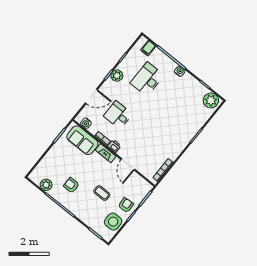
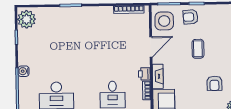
side table: (113, 222) -> (164, 21), moved

